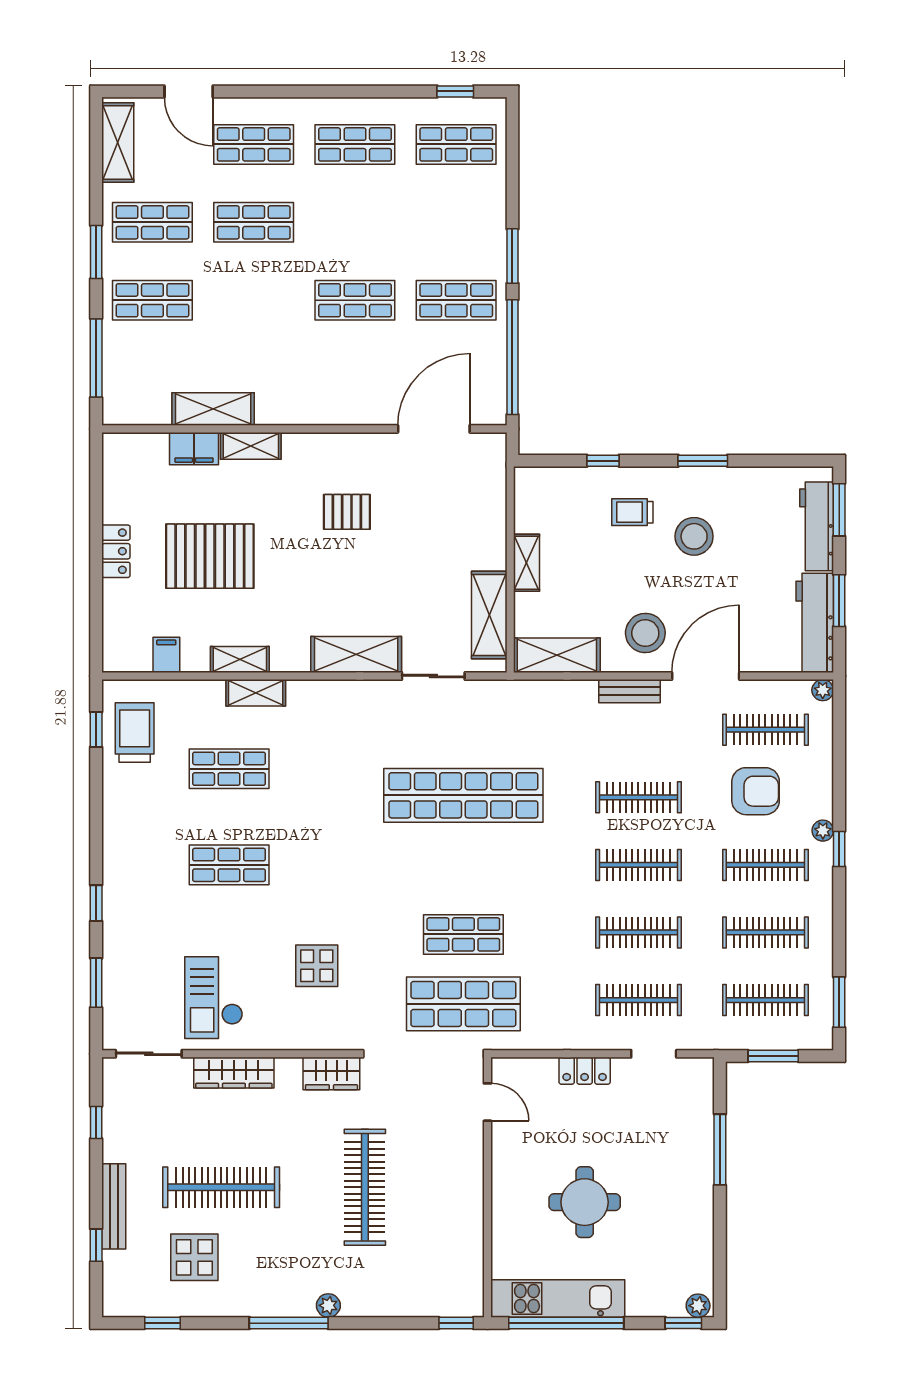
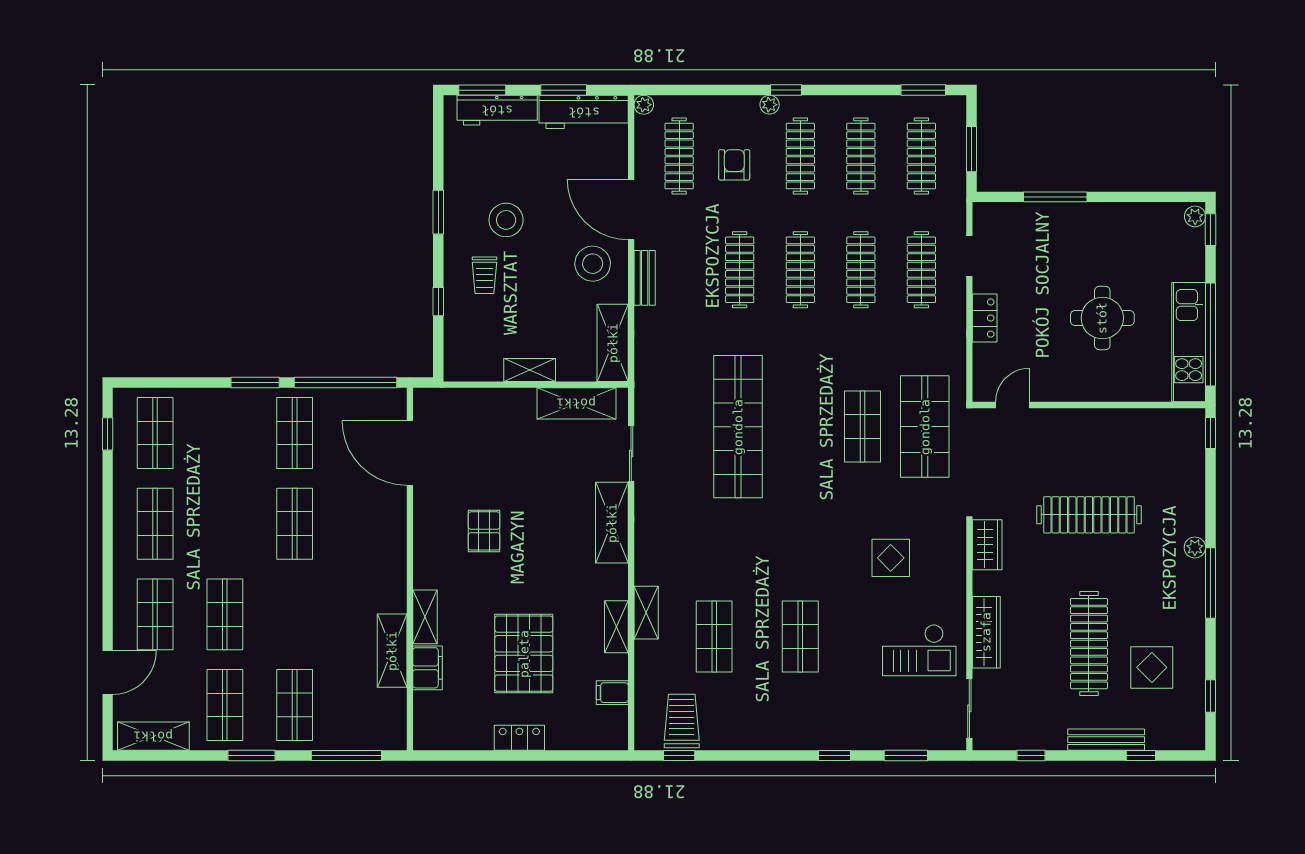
trolley: (135, 733) -> (682, 721), turned 90
armchair: (756, 791) -> (734, 165), width x0.72, depth x0.72

